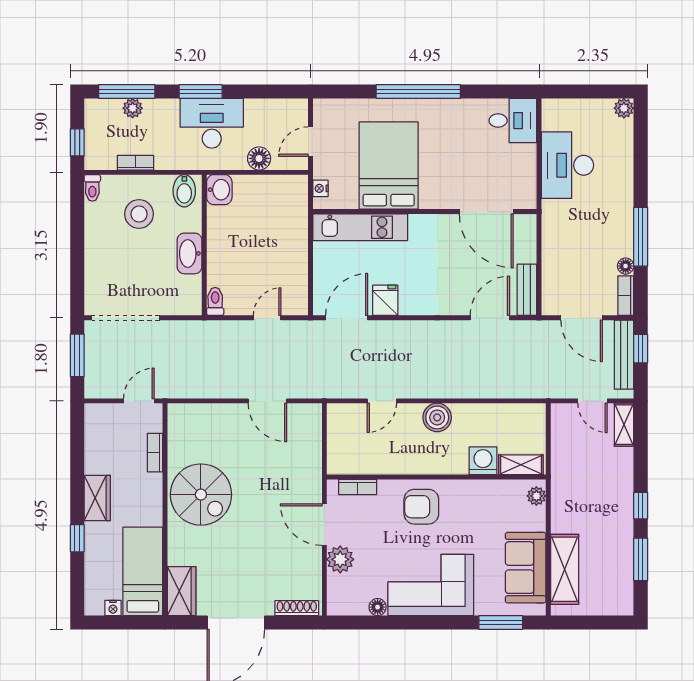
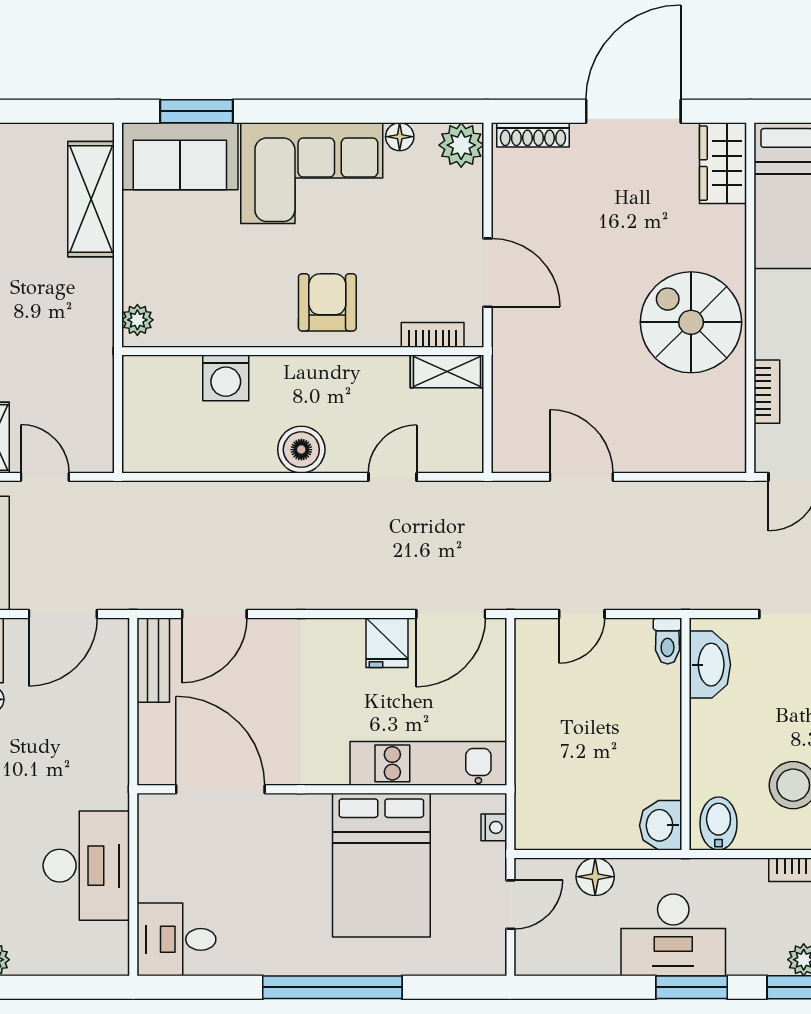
washbasin: (189, 253) -> (710, 665), moved
door: (582, 318) -> (63, 614), swing flipped
shelving: (521, 465) -> (447, 371), moved
armchair: (421, 507) -> (327, 302), turned -90
plant: (340, 559) -> (461, 145), moved
sofa: (526, 568) -> (180, 156), moved, turned 90

